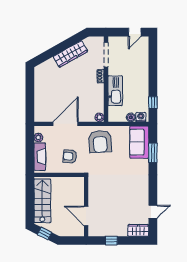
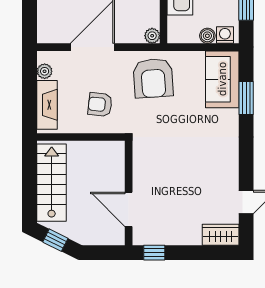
window: (111, 241) -> (154, 253), moved

